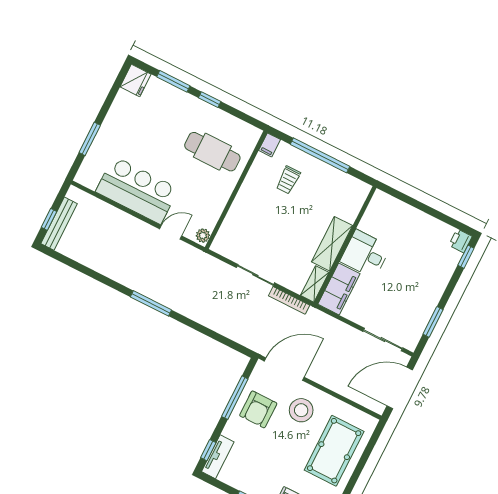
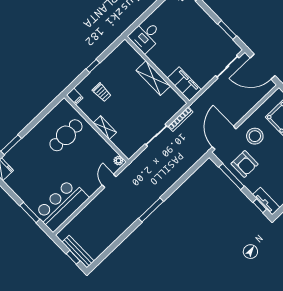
window: (210, 100) -> (31, 125), removed
window: (320, 155) -> (93, 66), width x0.32
bar counter: (137, 190) -> (61, 205), moved
desk: (365, 254) -> (146, 36), moved
shelving: (315, 284) -> (105, 128), moved
door: (400, 388) -> (263, 67), hinge flipped

